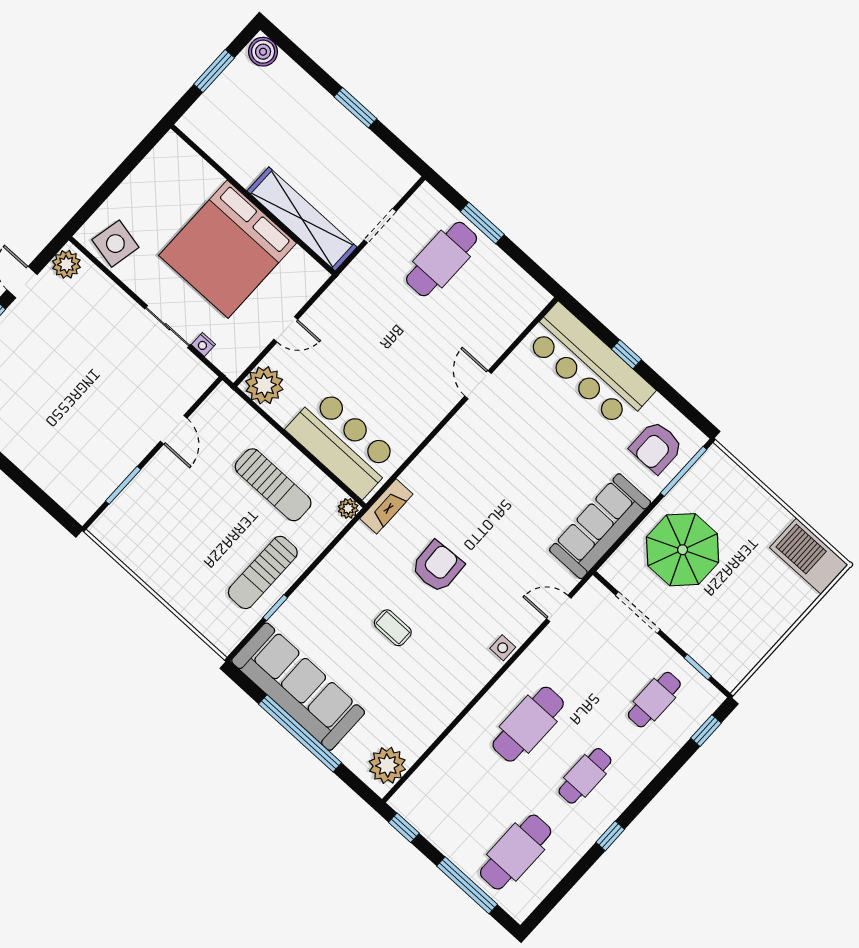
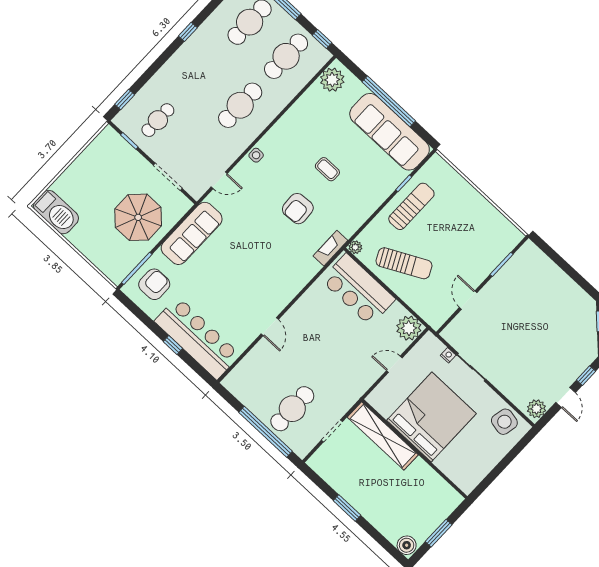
window: (482, 223) -> (266, 432), width x2.11
sun lounger: (273, 485) -> (404, 263), turned 153
cafe table: (585, 776) -> (286, 56), moved, width x1.37, depth x1.35

